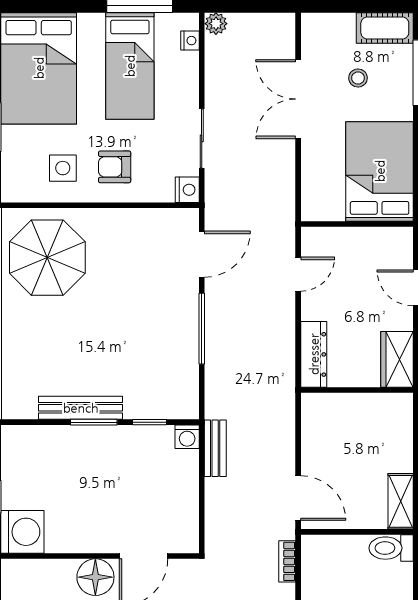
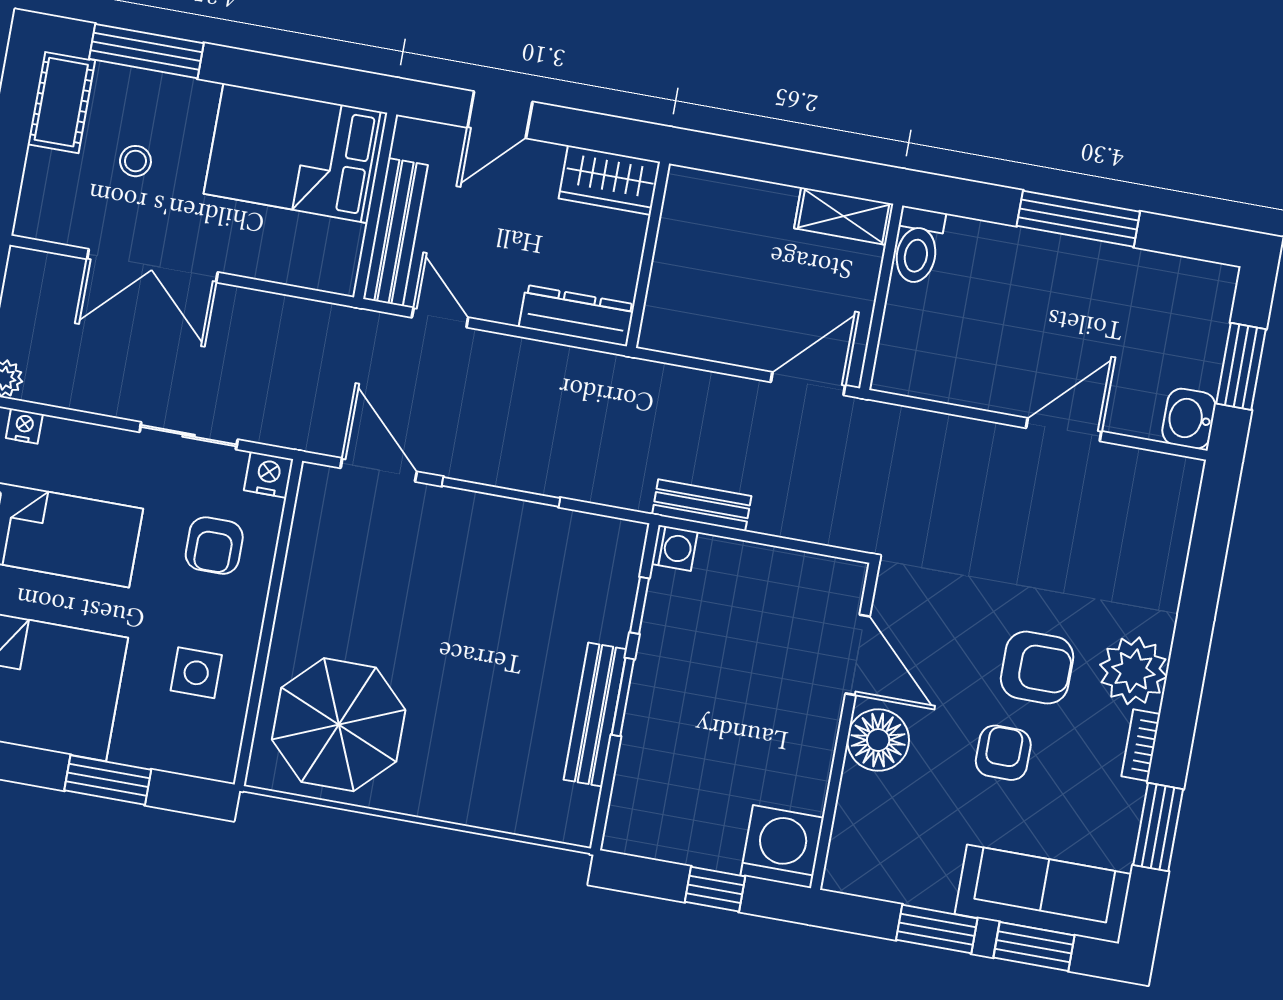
armchair: (115, 167) -> (214, 546), moved
bench: (344, 239) -> (395, 232), added
bookcase: (287, 561) -> (909, 420), removed

